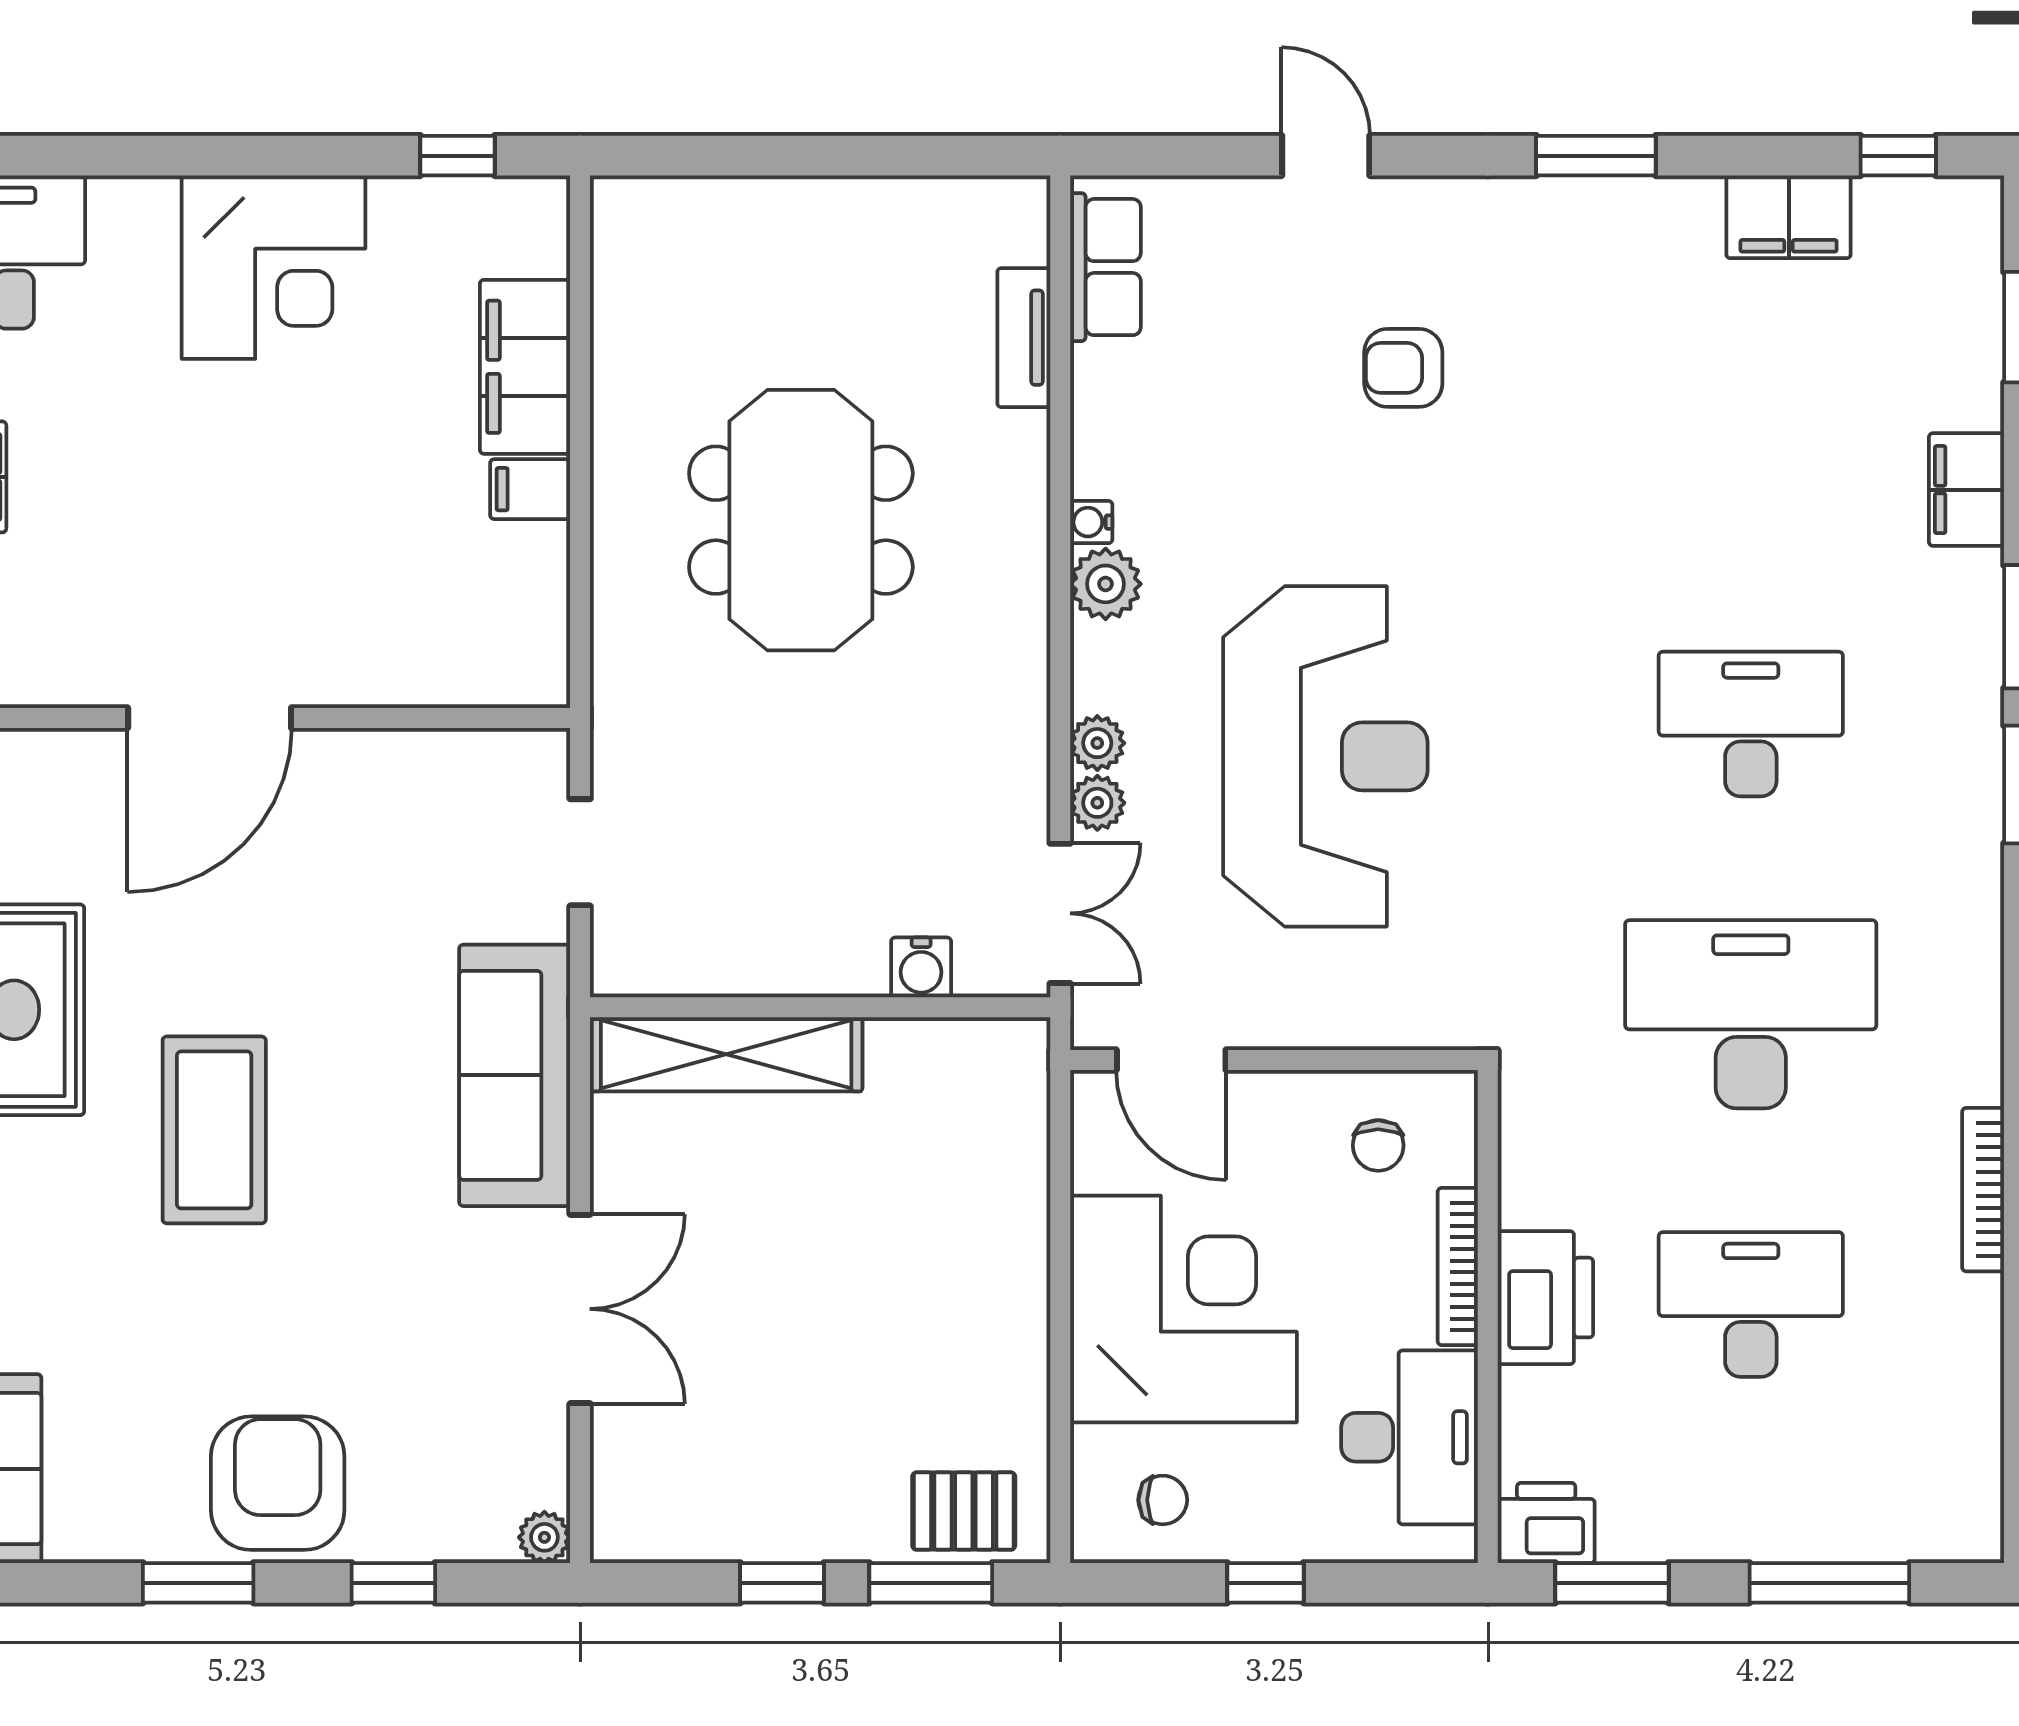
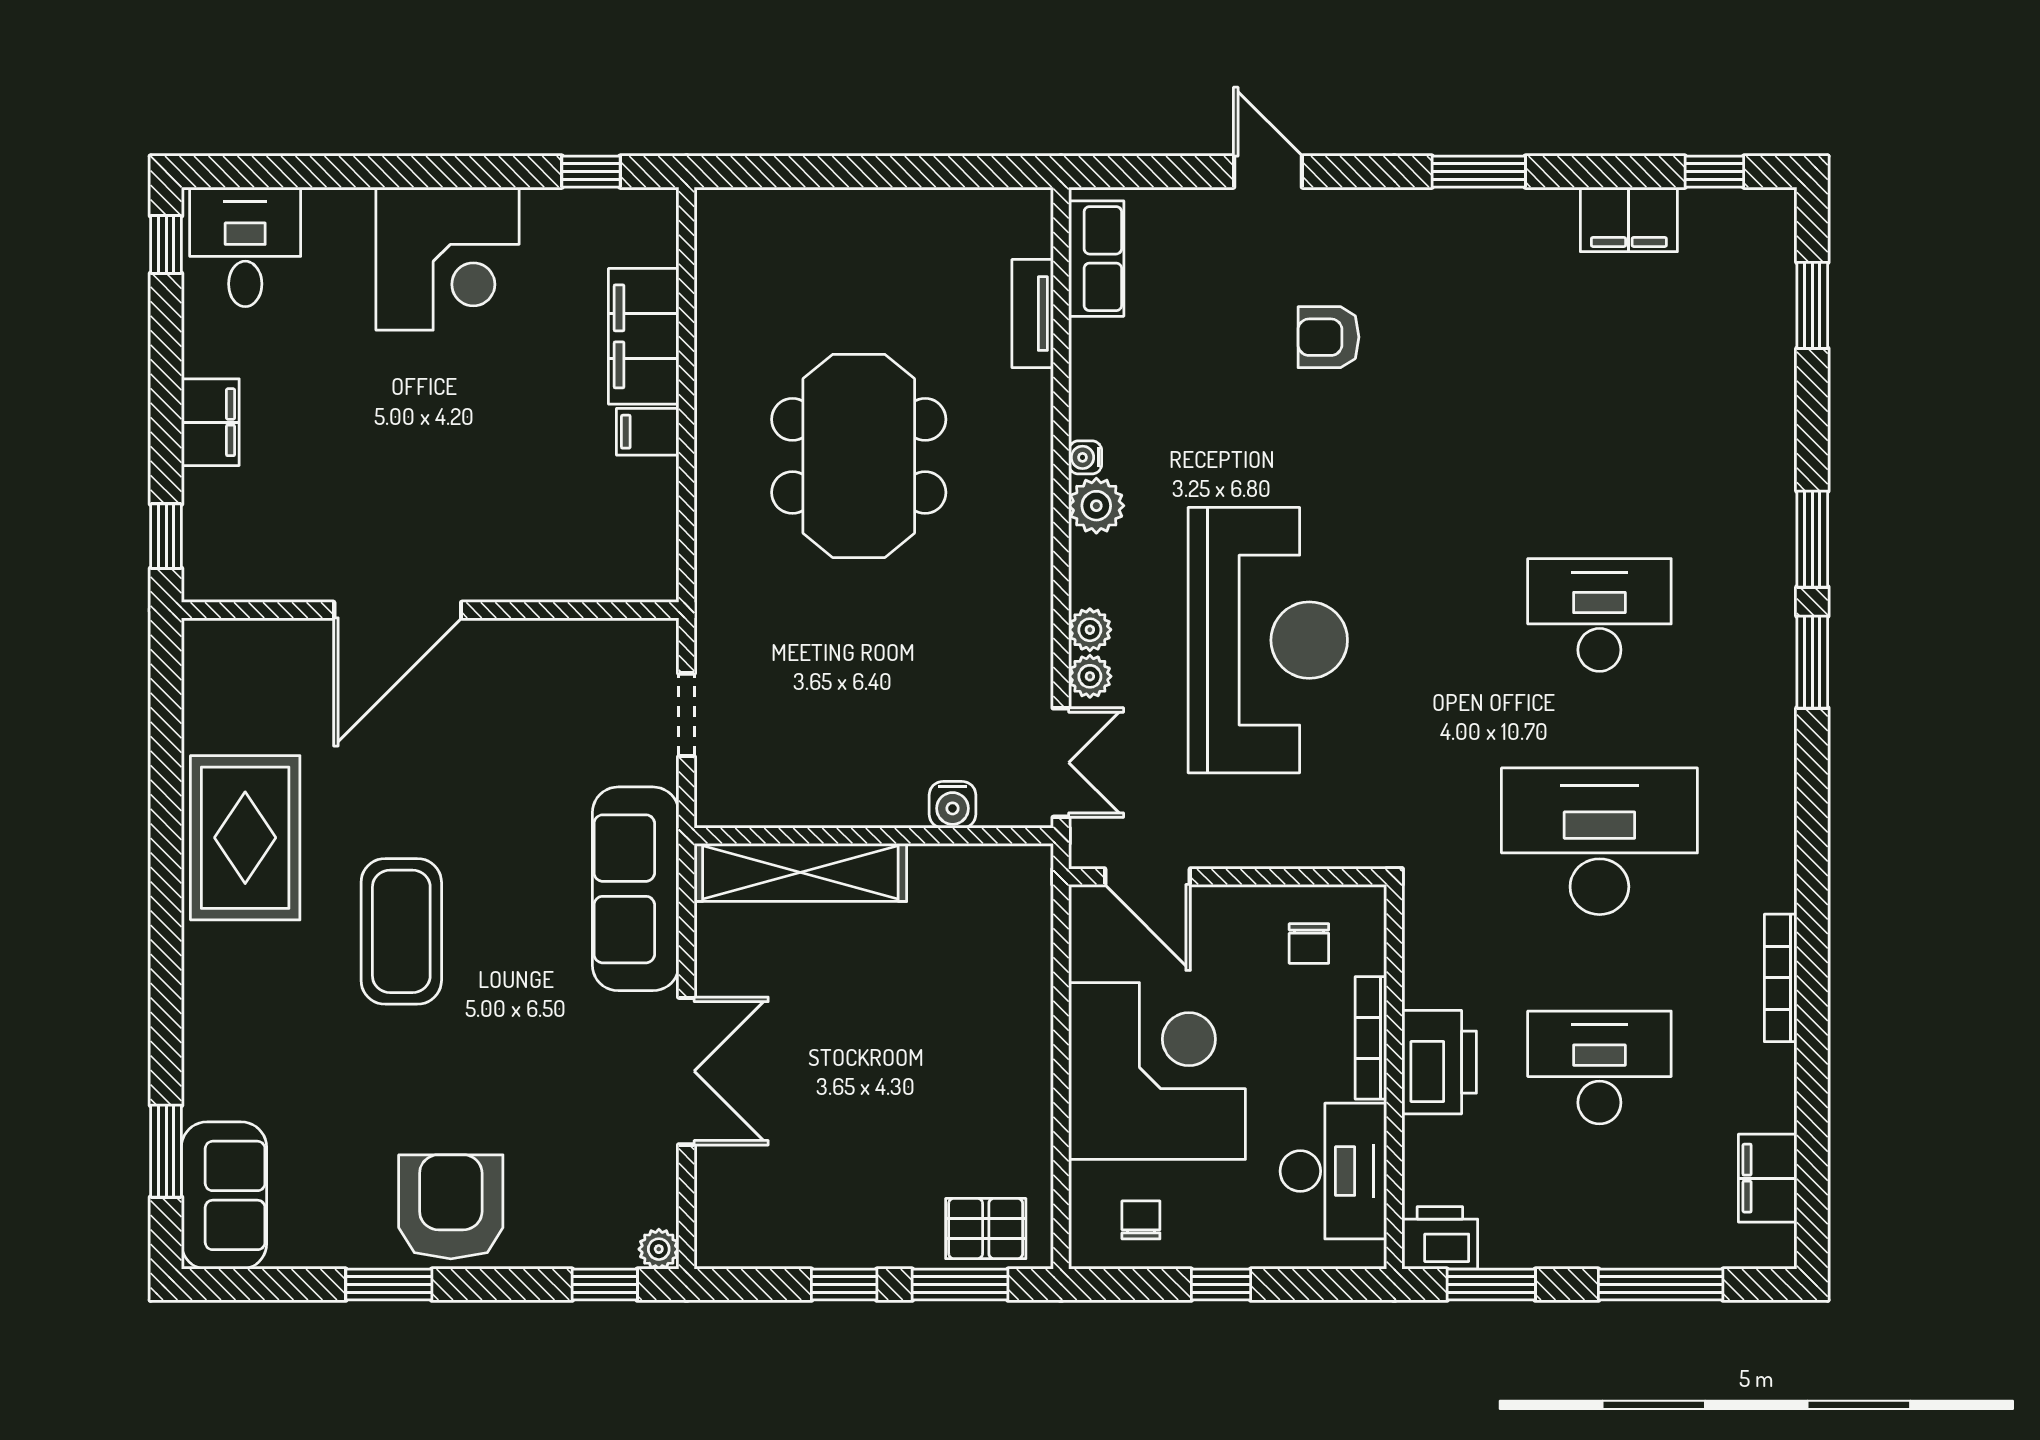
filing cabinet: (1966, 490) -> (1768, 1178), moved
chair: (1163, 1500) -> (1141, 1220), turned -90
window: (393, 1583) -> (605, 1285), moved

